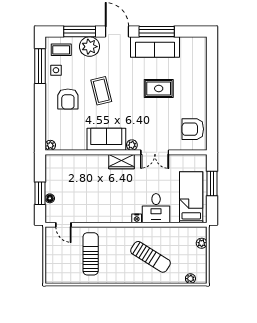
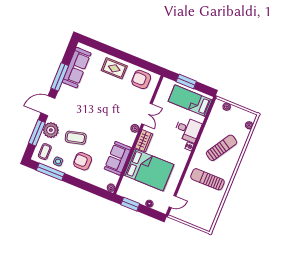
sofa: (155, 47) -> (77, 68), moved
rug: (159, 88) -> (114, 68), moved, turned 90
coffee table: (101, 91) -> (76, 138), moved
armchair: (68, 99) -> (83, 161), turned 180
armchair: (193, 129) -> (141, 79), turned 90
sofa: (106, 139) -> (118, 158), moved
bed: (90, 181) -> (149, 170), added
window: (40, 193) -> (130, 204), moved
sun lounger: (91, 254) -> (207, 179), moved

